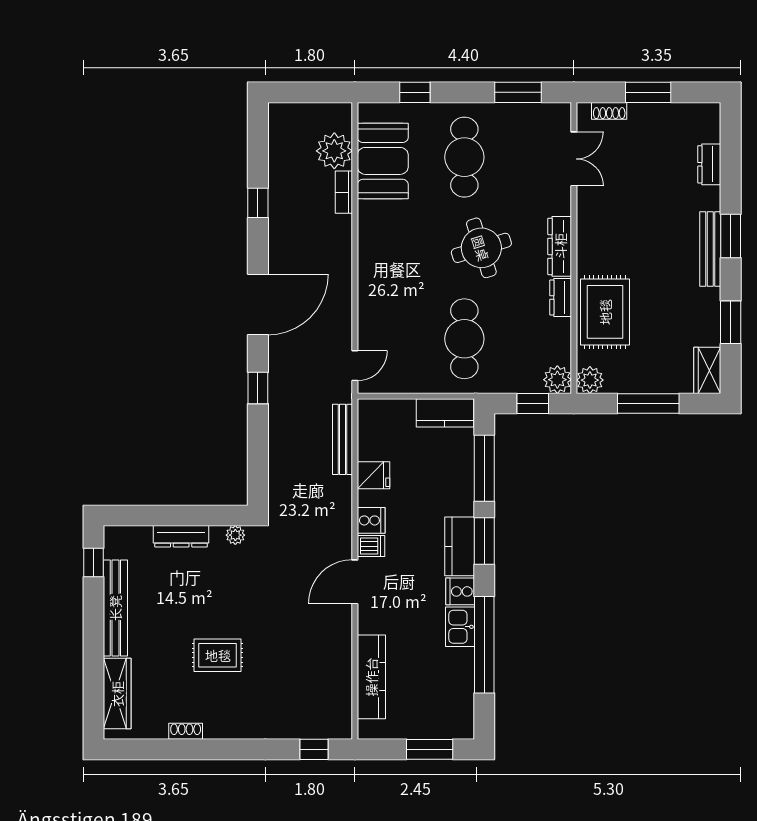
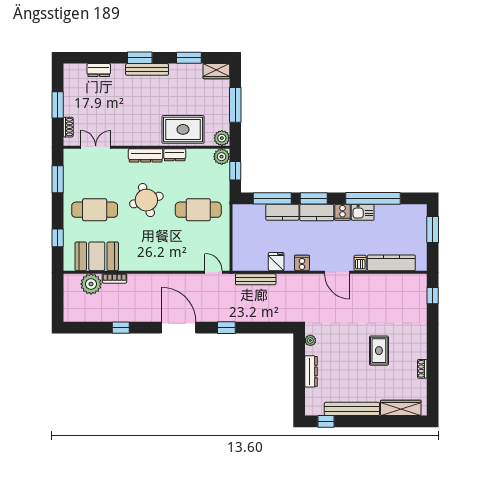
kitchen counter: (445, 413) -> (282, 212), moved, turned 90
dishwasher: (371, 546) -> (360, 263), moved

